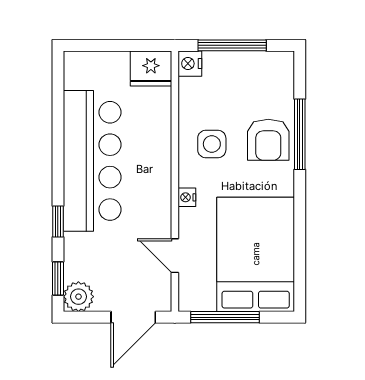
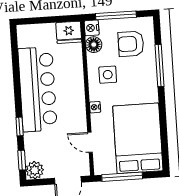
floor lamp: (192, 92) -> (94, 45), added
armchair: (268, 140) -> (131, 44), moved, turned 90

